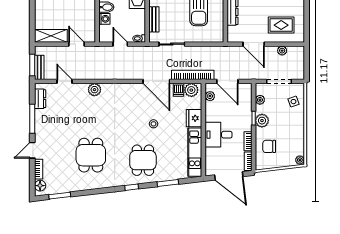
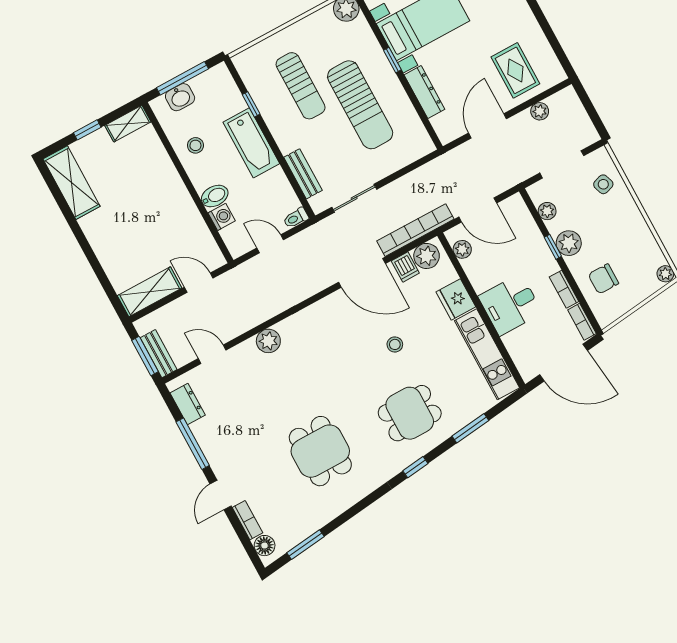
rug: (281, 25) -> (515, 70), turned 90
door: (254, 44) -> (487, 126), swing flipped
dining table: (143, 160) -> (410, 413), turned 90

